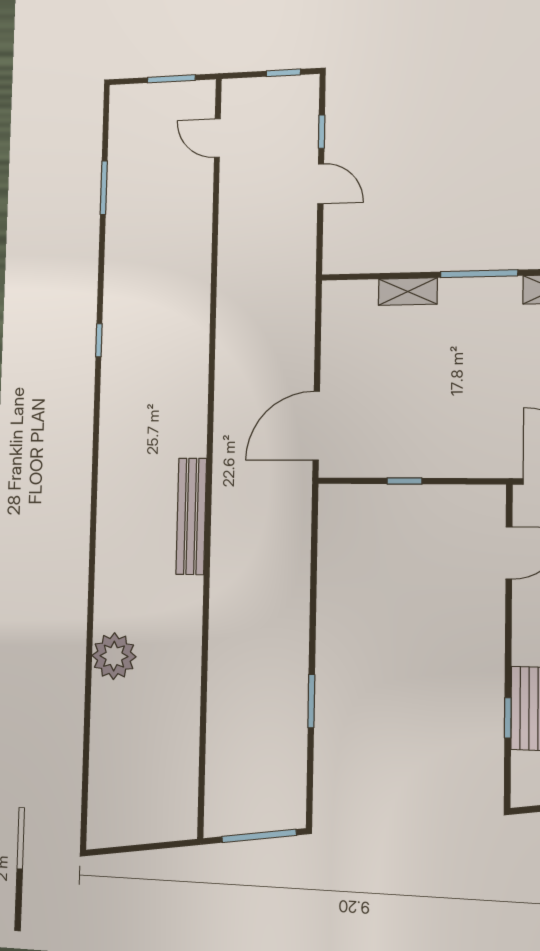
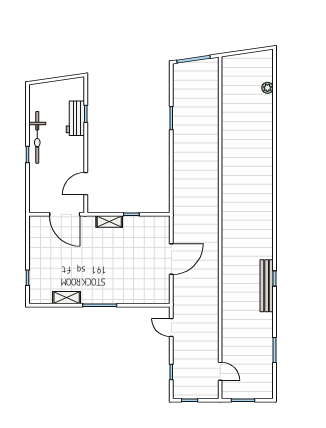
door: (321, 184) -> (171, 327), moved
shelving: (408, 292) -> (109, 222), moved
door: (316, 426) -> (171, 259), moved
bench: (191, 516) -> (267, 286), moved
plant: (114, 656) -> (267, 88), moved, width x0.53, depth x0.53

